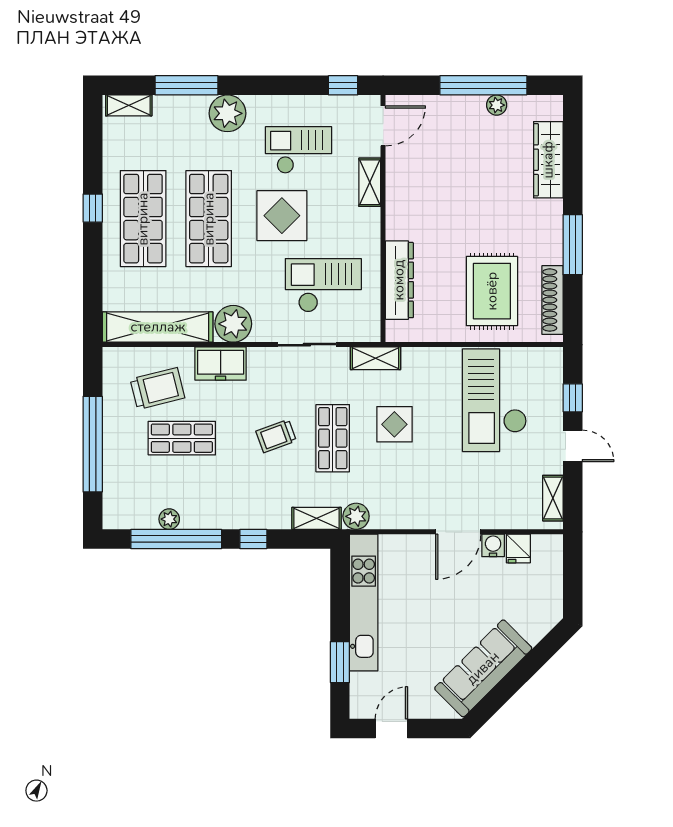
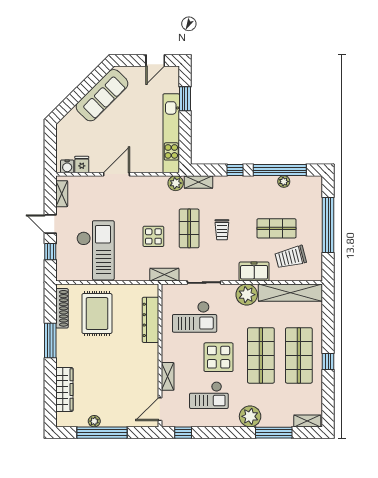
trolley: (276, 436) -> (222, 230), turned 110
water cooler: (493, 545) -> (67, 166), moved

